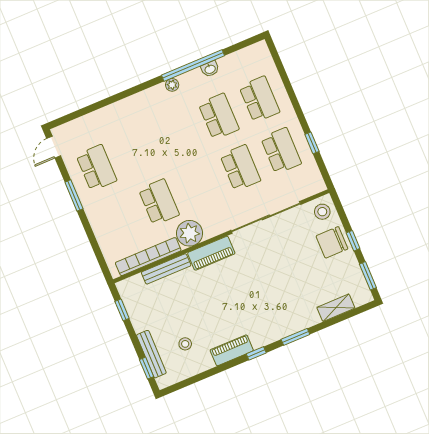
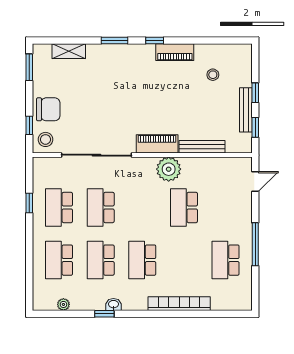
window: (193, 65) -> (104, 314), width x0.32
washbasin: (210, 69) -> (113, 304), moved
plant: (172, 85) -> (63, 304), moved
school desk: (178, 134) -> (142, 260), added
door: (54, 147) -> (255, 181), moved
window: (74, 195) -> (255, 244), width x1.44
window: (353, 241) -> (29, 125), moved
bookcase: (148, 257) -> (179, 304), moved, turned 180
bench: (151, 354) -> (246, 110), moved
window: (147, 368) -> (255, 93), moved

